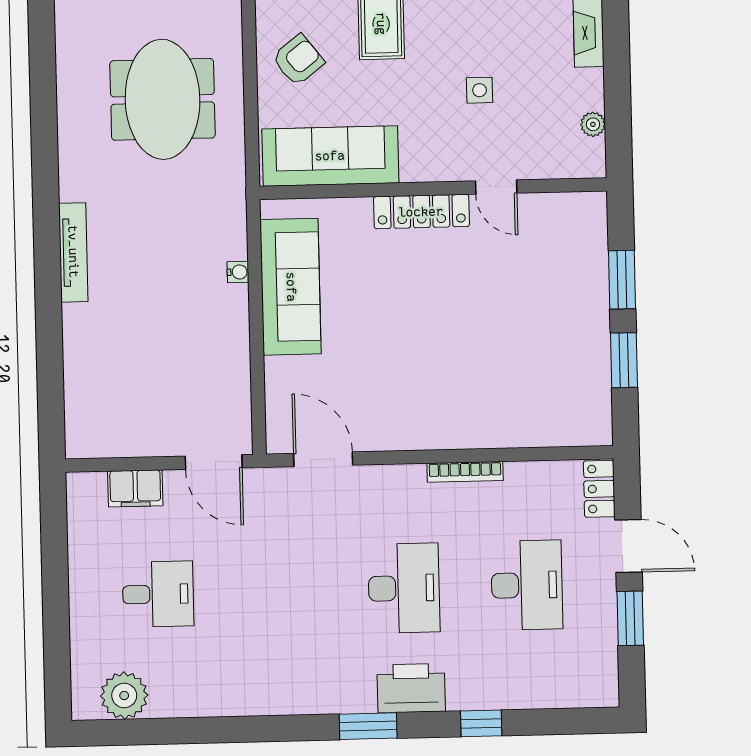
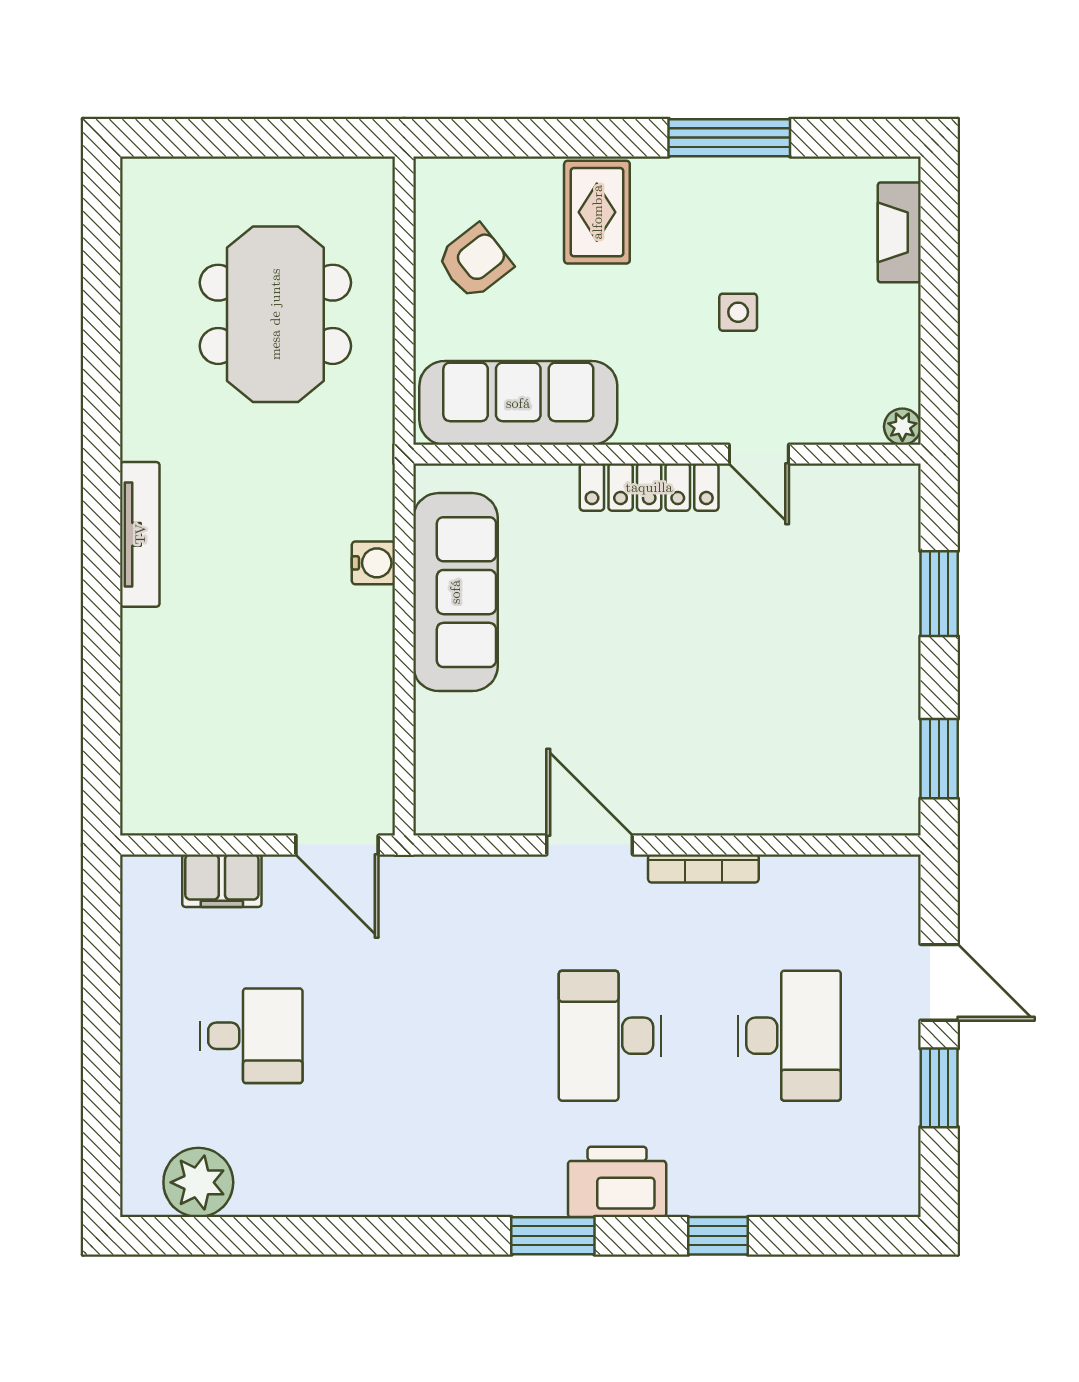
plant: (593, 124) -> (902, 427), moved
water cooler: (238, 272) -> (373, 563), width x1.38, depth x1.38
window: (624, 360) -> (939, 759), moved
door: (323, 459) -> (590, 845), moved
locker: (599, 489) -> (898, 898), removed
desk: (404, 588) -> (610, 1036), turned 180

